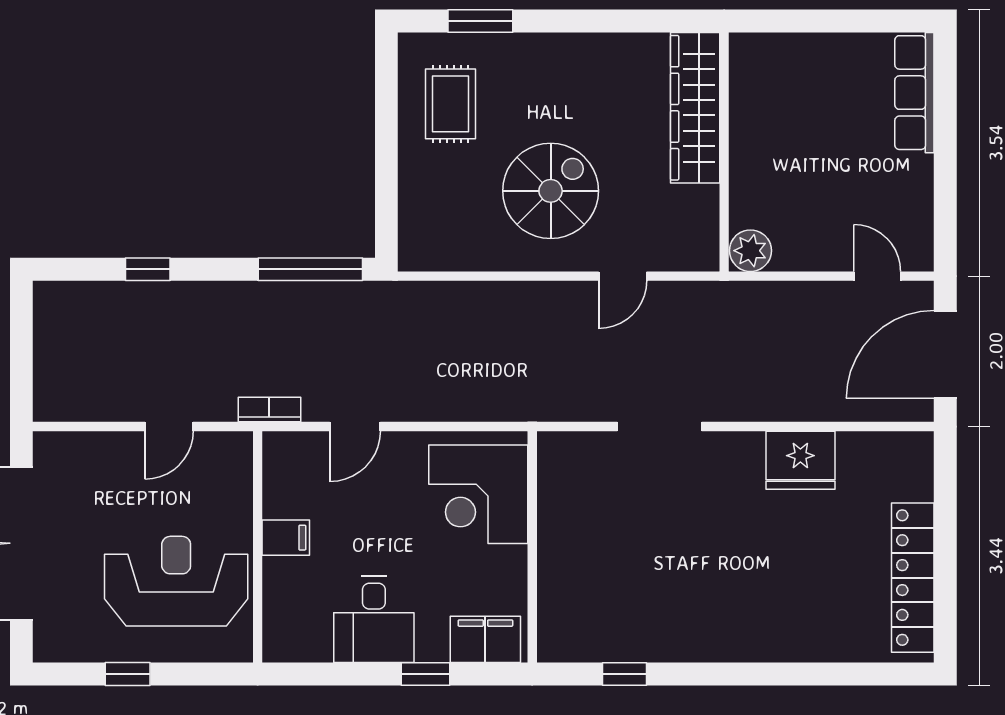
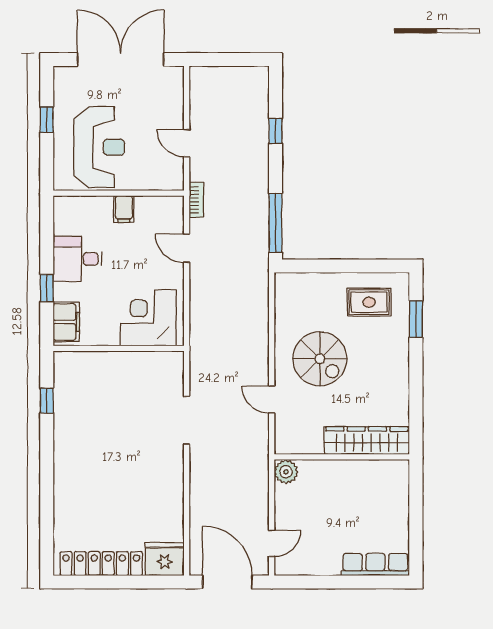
fridge: (800, 460) -> (165, 559), moved, turned 90

